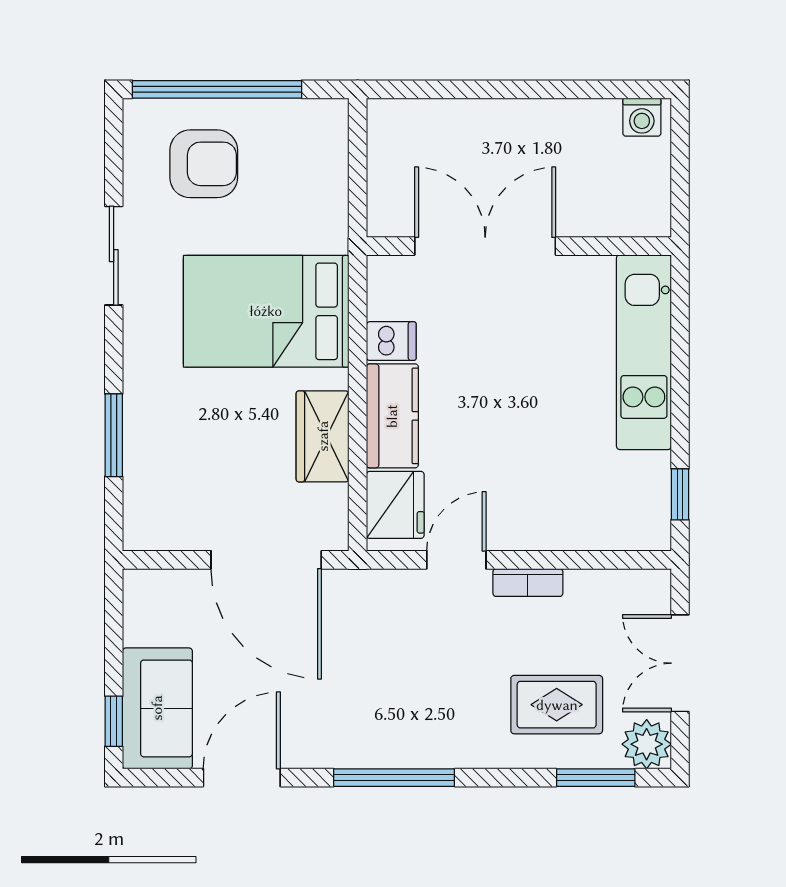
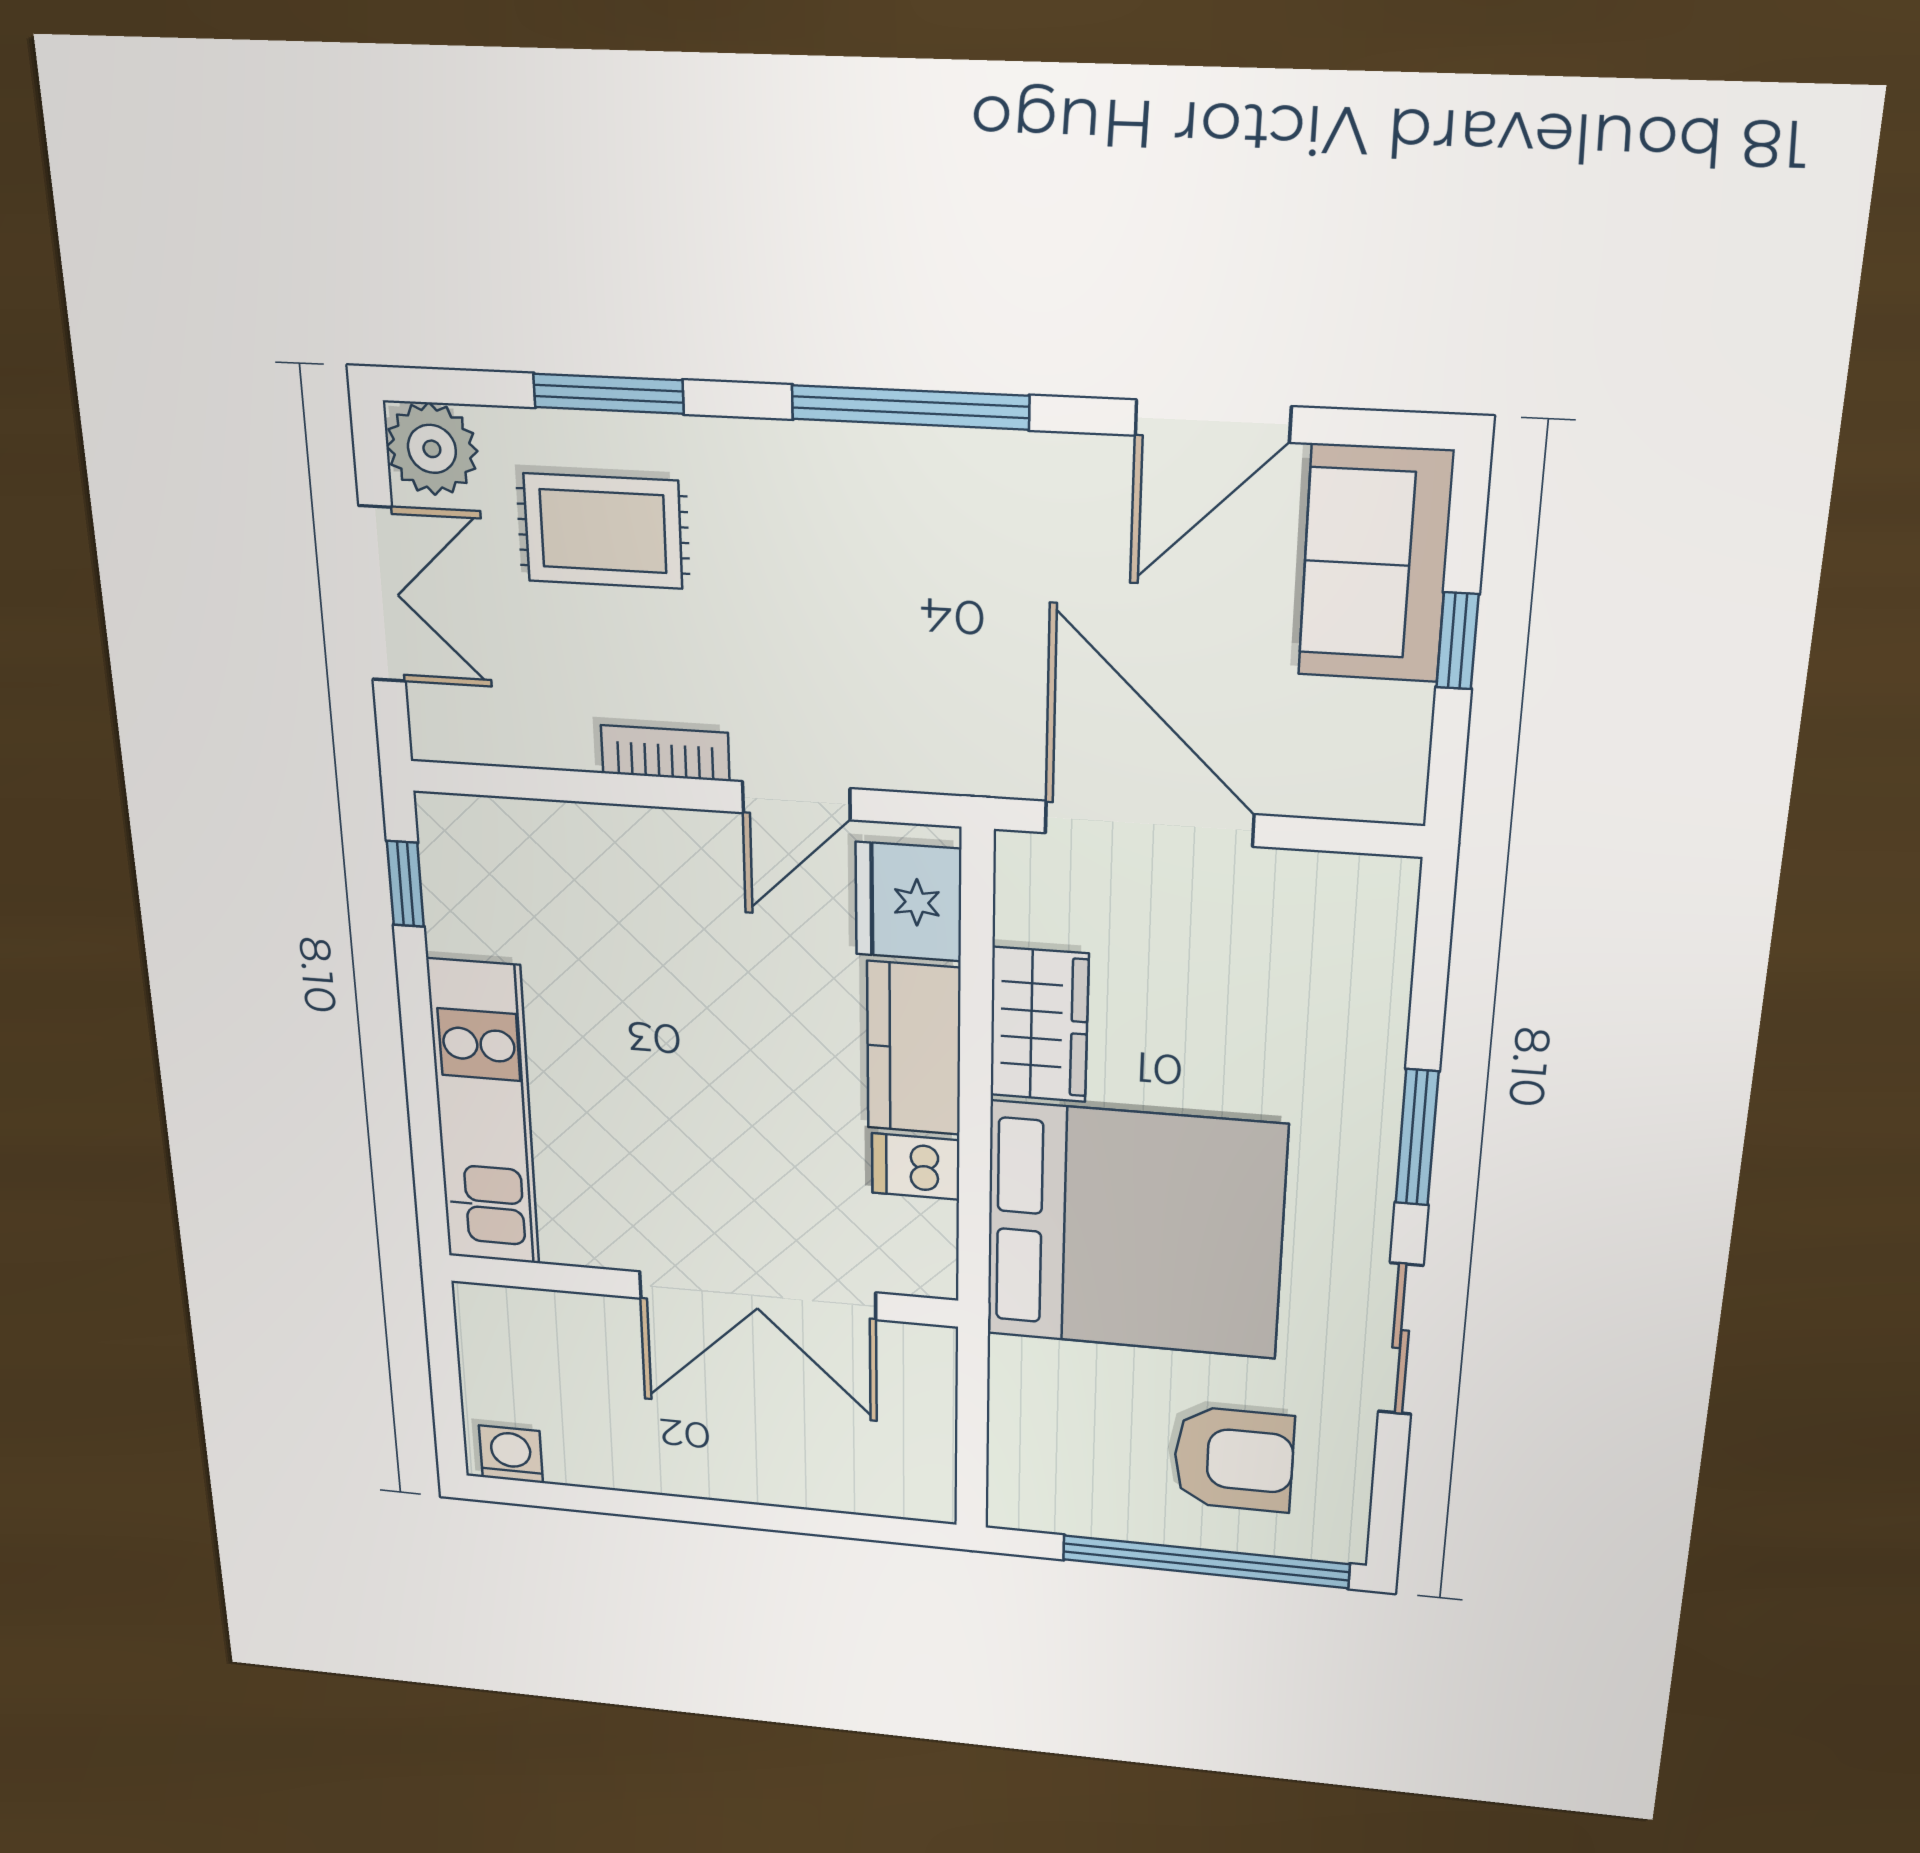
armchair: (204, 164) -> (1234, 1459), turned 180
bed: (266, 311) -> (1134, 1231), width x1.36
window: (114, 435) -> (1417, 1138), moved
window: (114, 721) -> (1457, 641), moved
window: (596, 778) -> (608, 394), moved

